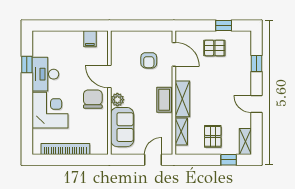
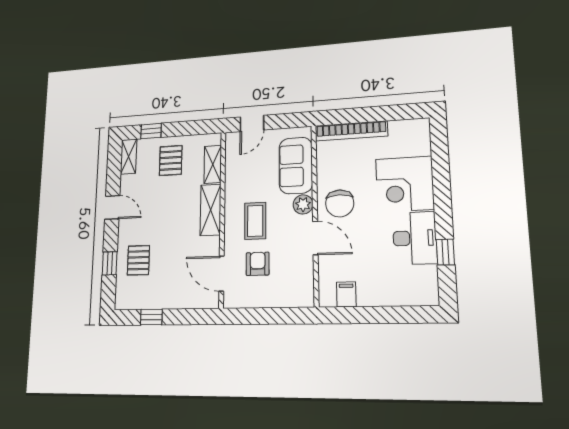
pallet: (214, 48) -> (138, 260), moved, turned 90
coffee table: (164, 100) -> (255, 221), moved
bookcase: (65, 149) -> (351, 131), moved

